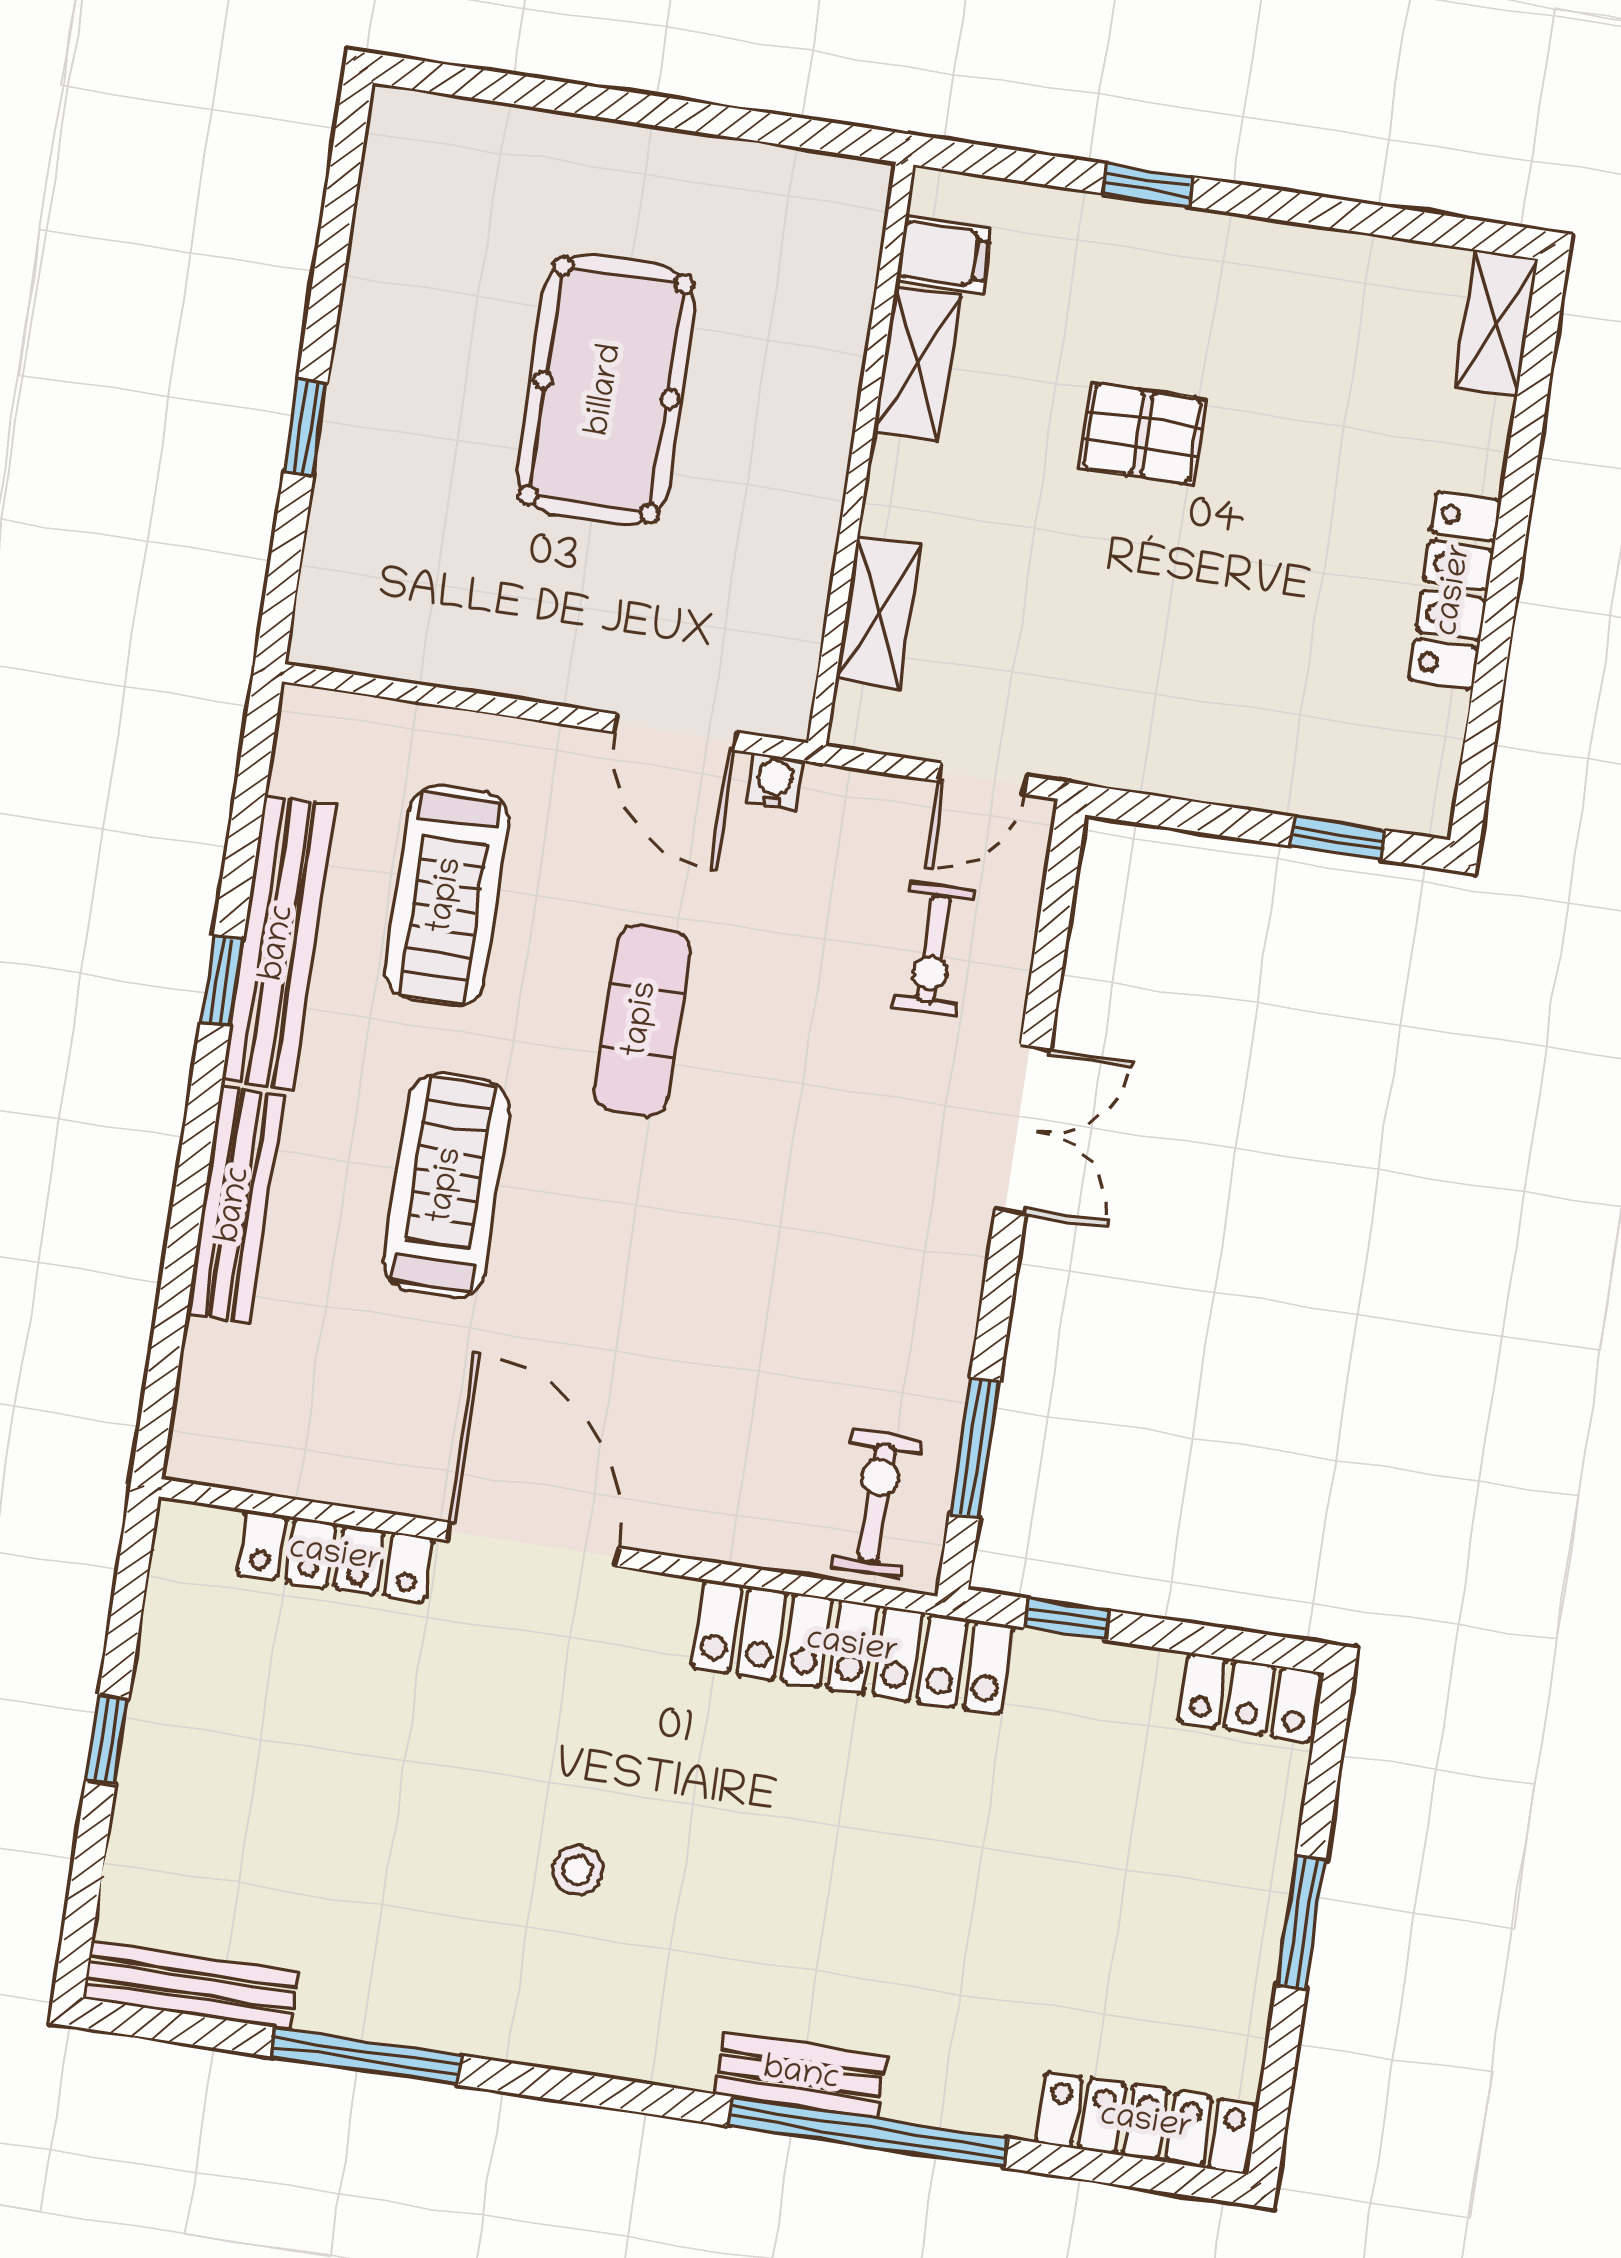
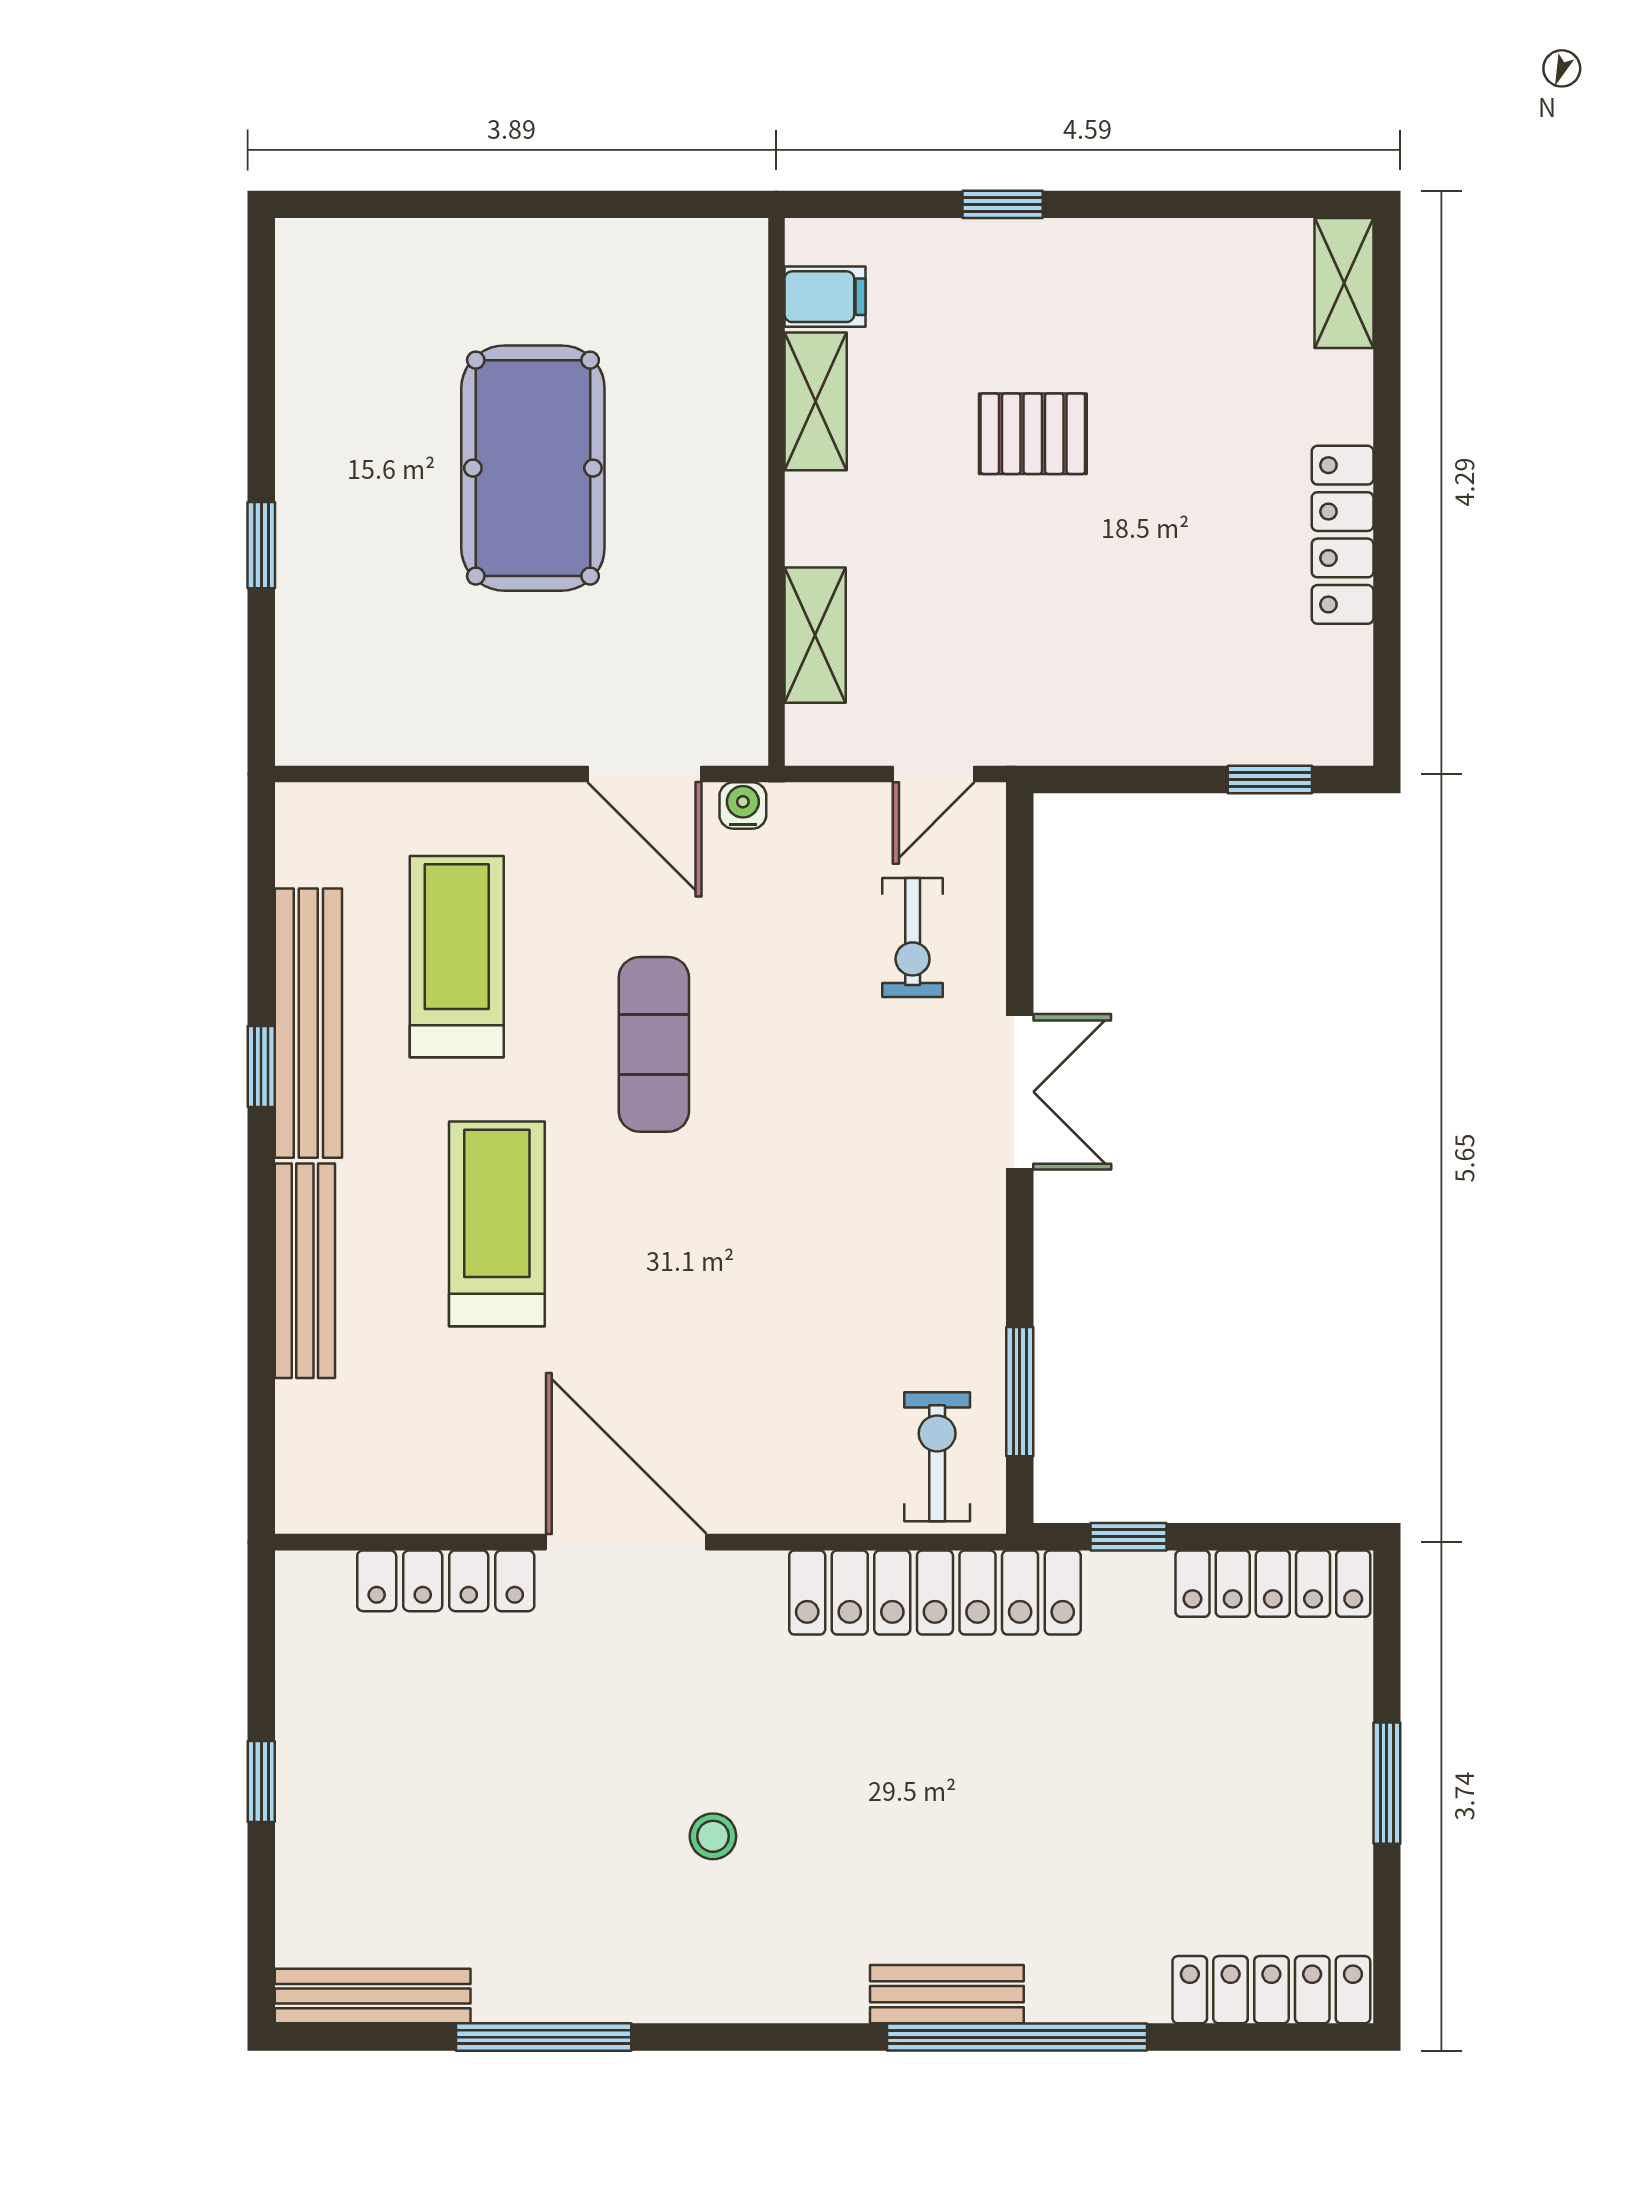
treadmill: (447, 896) -> (457, 957), turned 180
locker: (1249, 1697) -> (1273, 1584), width x1.53

